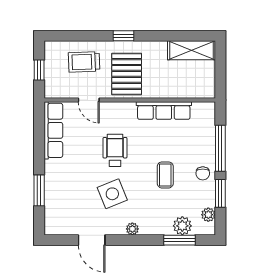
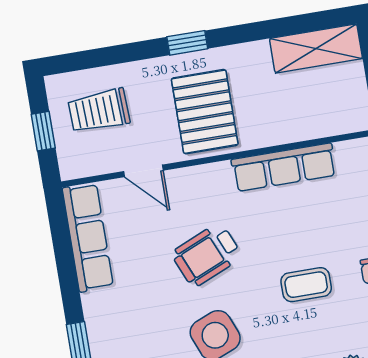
trolley: (84, 62) -> (99, 111), moved
wheelchair: (115, 150) -> (207, 255), turned -113
coffee table: (165, 175) -> (306, 285), turned 90

